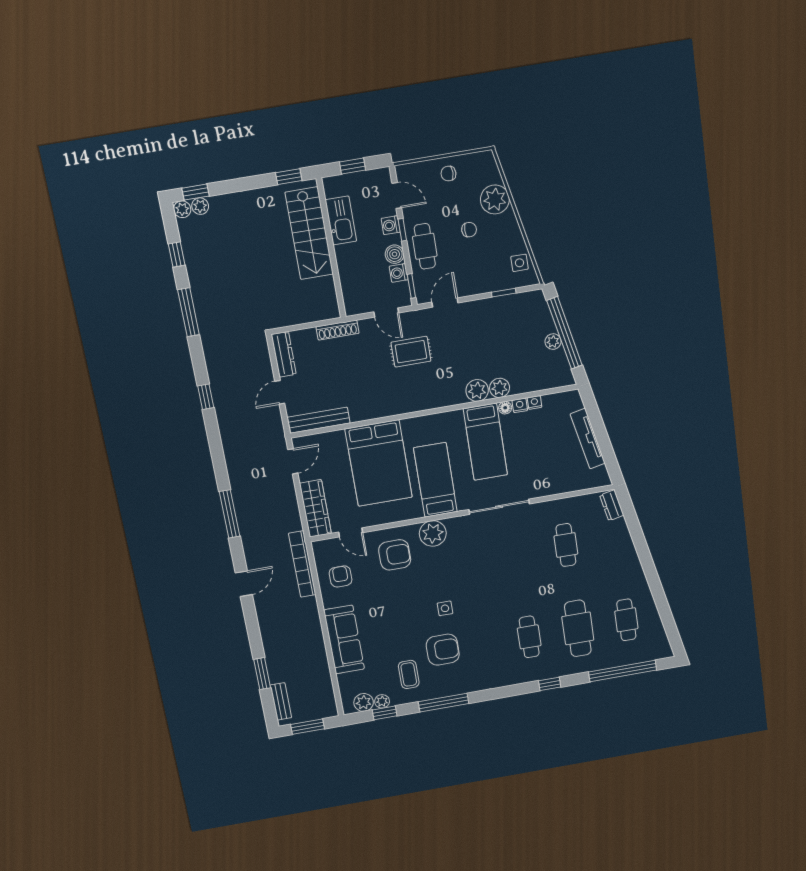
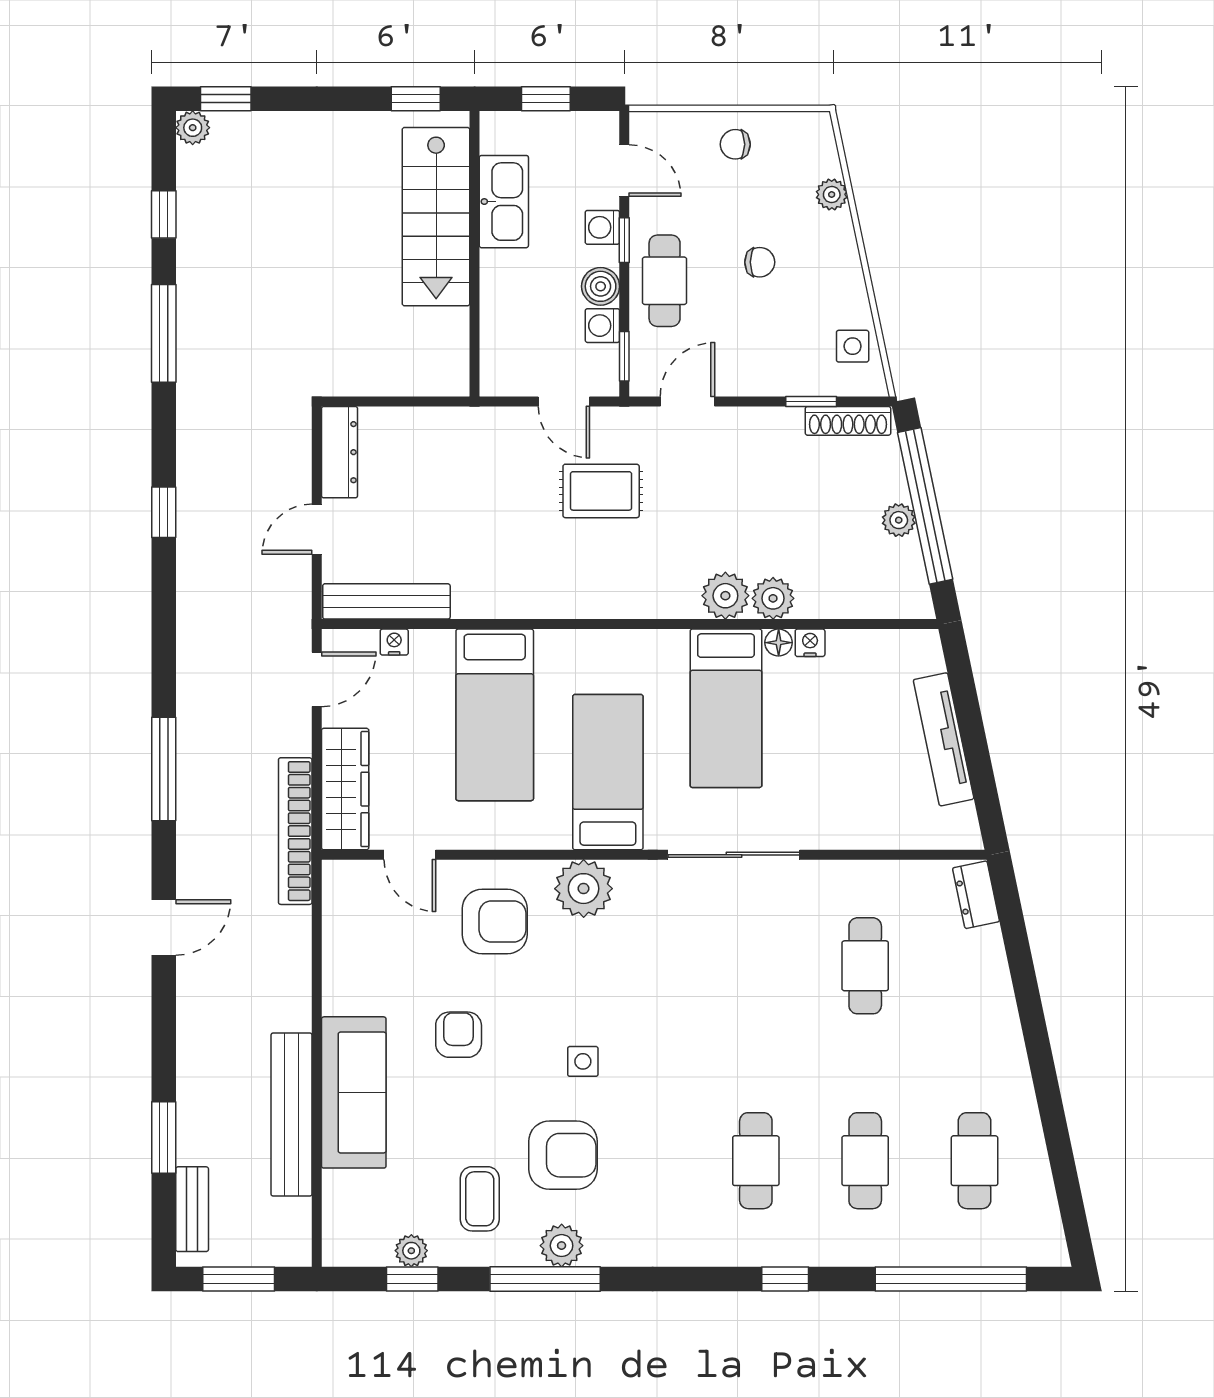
plant: (495, 199) -> (832, 194), width x0.53, depth x0.53
plant: (200, 206) -> (229, 127), removed
shoe rack: (338, 330) -> (848, 421), moved
nightstand: (535, 403) -> (394, 642), moved
bed: (379, 463) -> (495, 715), width x0.67
bookcase: (302, 564) -> (295, 831), moved
armchair: (341, 576) -> (459, 1035), moved
cafe table: (578, 628) -> (865, 1161), width x0.73, depth x0.74
bench: (318, 654) -> (292, 1115), added
plant: (364, 702) -> (562, 1246), moved

